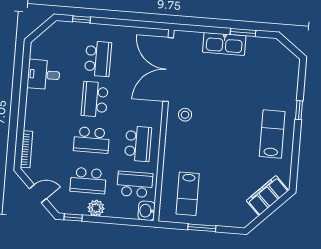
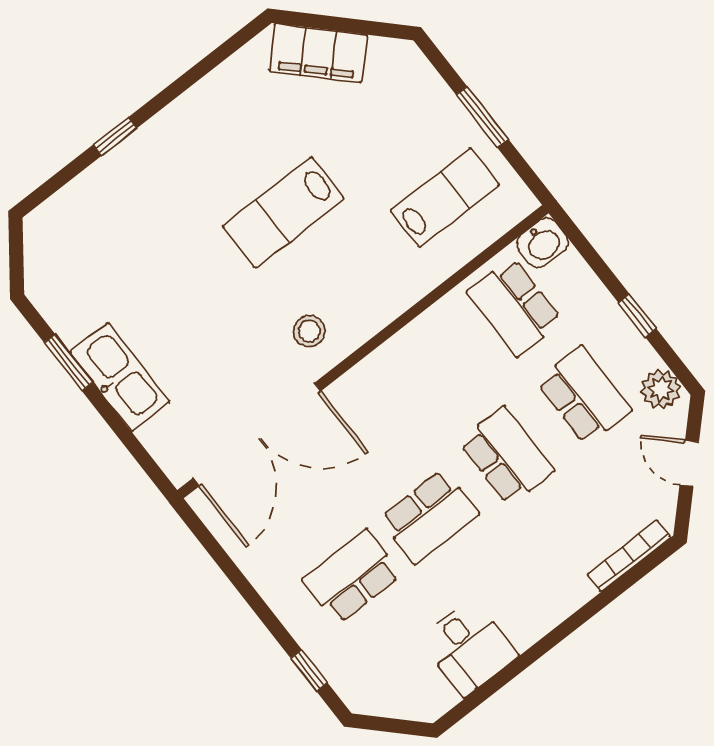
lab bench: (272, 134) -> (283, 212), moved
school desk: (138, 144) -> (437, 367), removed
plant: (96, 208) -> (661, 389), moved
window: (73, 217) -> (637, 315), moved

